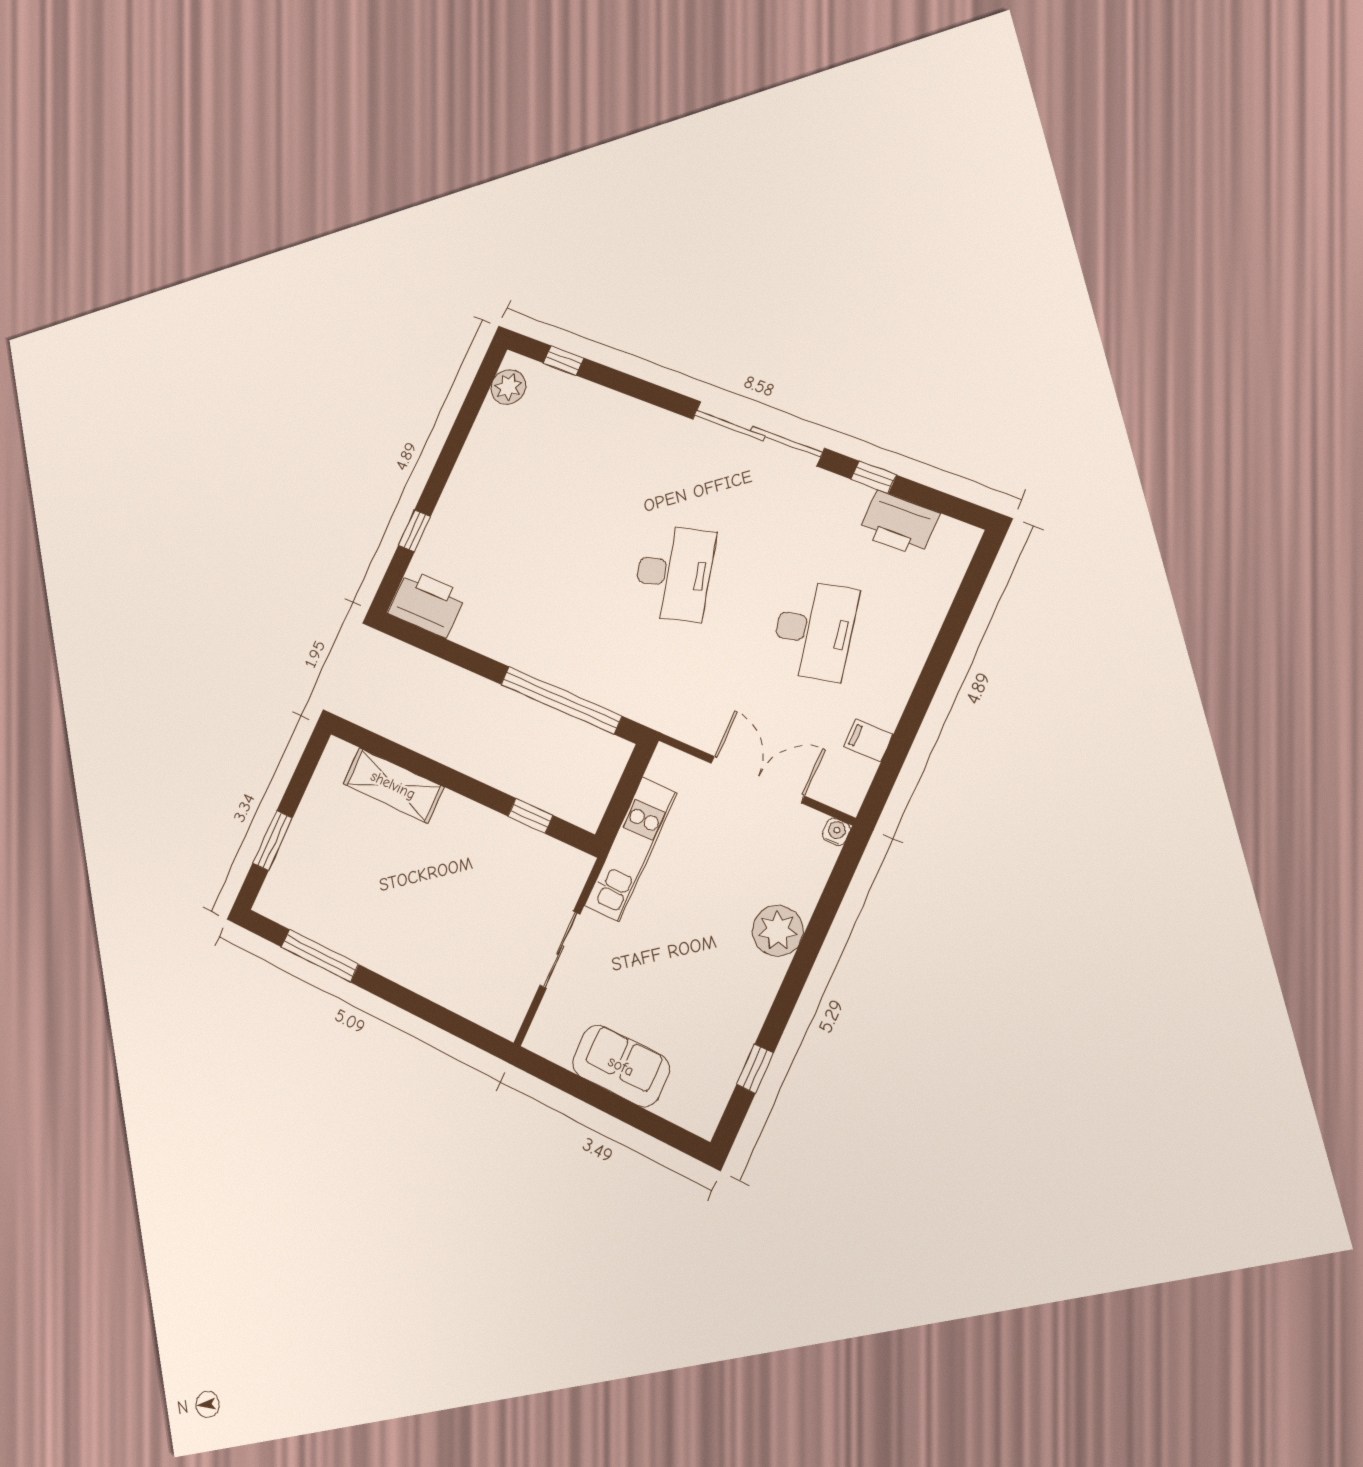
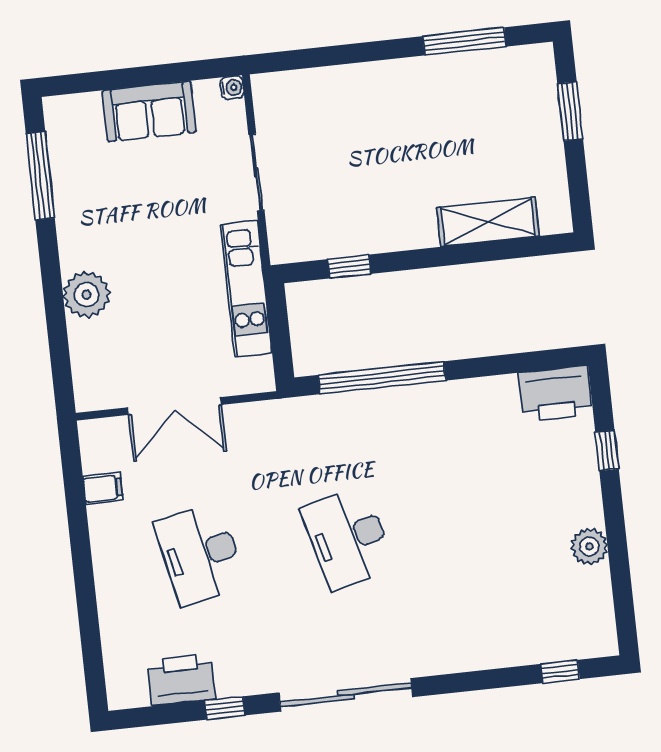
plant: (508, 387) -> (589, 546), moved
water cooler: (836, 832) -> (232, 88), moved, turned -90
window: (755, 1069) -> (40, 176), width x2.17

